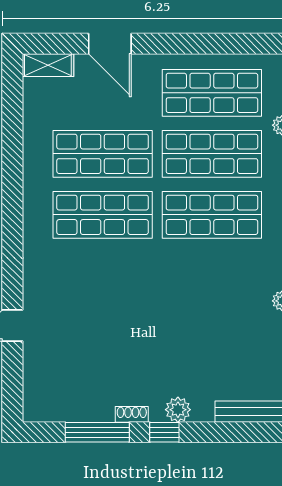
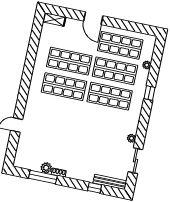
door: (110, 44) -> (93, 18), moved
plant: (178, 410) -> (46, 168), moved
window: (164, 432) -> (95, 188), moved

